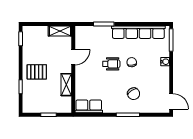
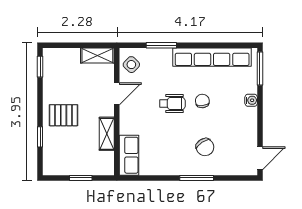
side table: (83, 37) -> (131, 65), added
door: (171, 101) -> (260, 158), hinge flipped
row of seats: (89, 106) -> (129, 155), moved, turned 90

